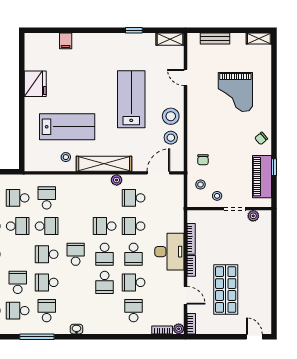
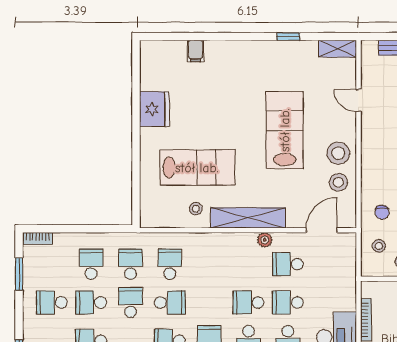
school desk: (18, 198) -> (130, 264), turned 90
school desk: (18, 226) -> (130, 302), turned -90

